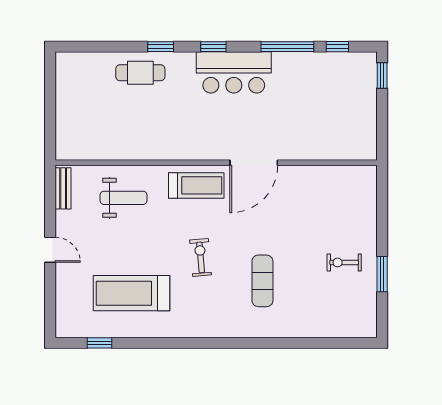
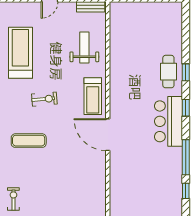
cafe table: (140, 73) -> (168, 72), moved
weight bench: (124, 198) -> (84, 47), turned 180
exercise bike: (344, 262) -> (13, 199), moved

